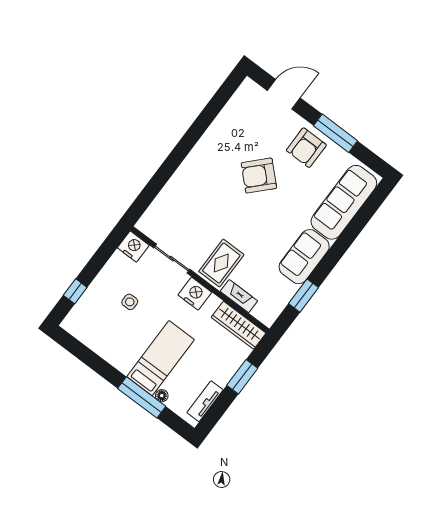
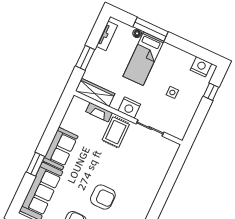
armchair: (259, 176) -> (103, 197), turned 46
nightstand: (133, 247) -> (201, 67), moved, turned 180
window: (303, 296) -> (35, 164), moved

